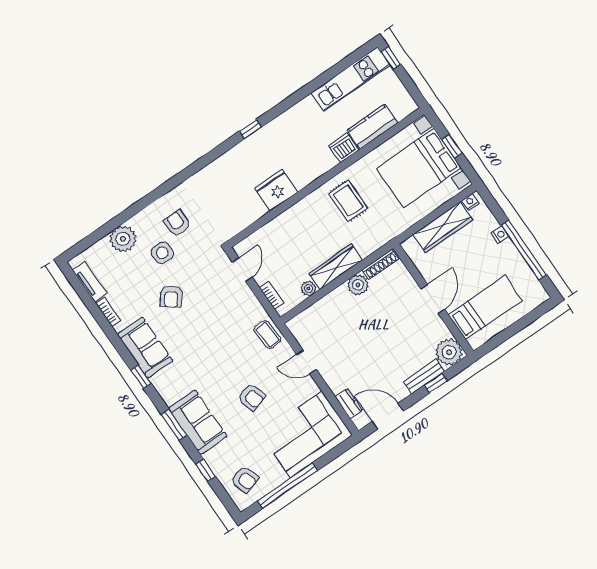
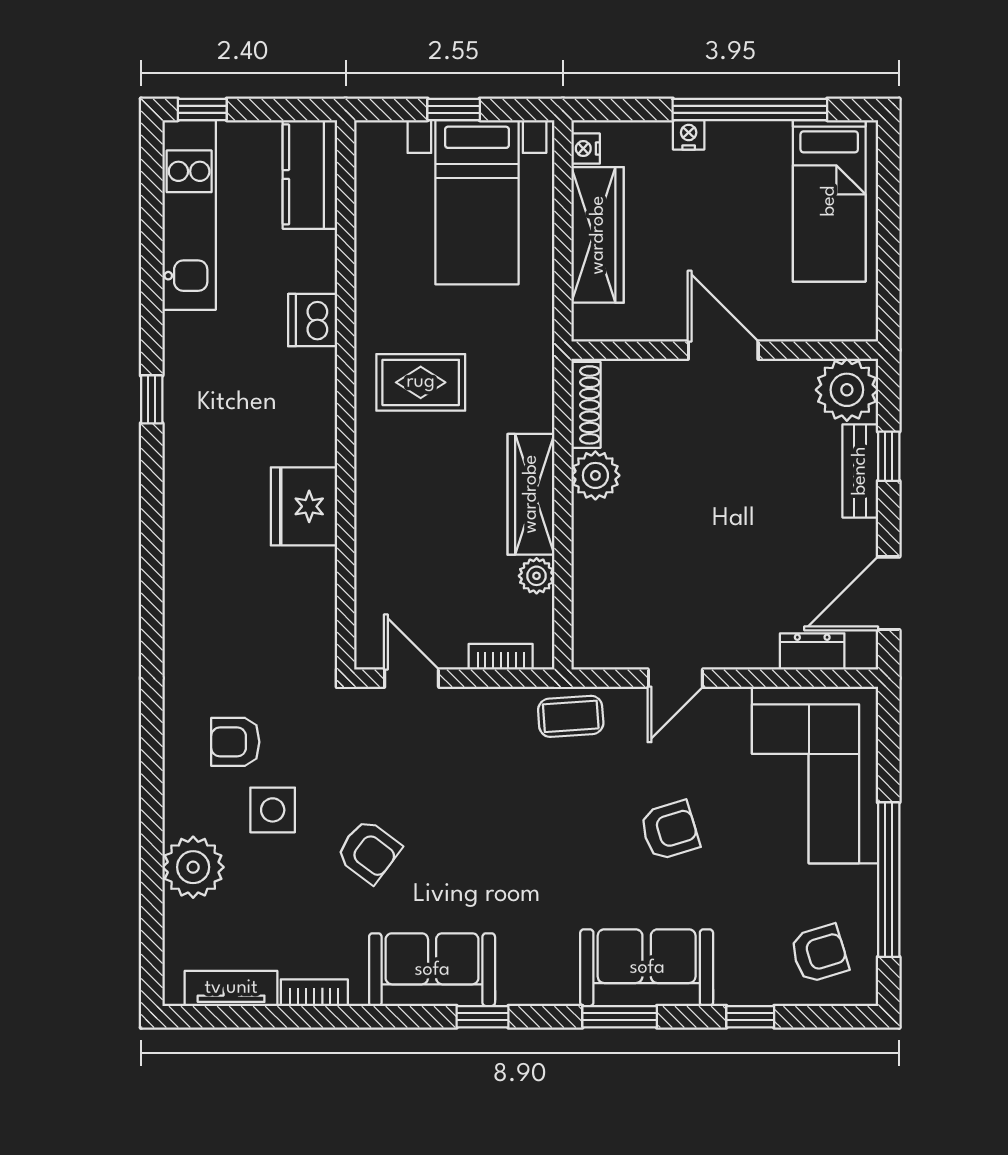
kitchen counter: (373, 127) -> (310, 174), moved
window: (250, 129) -> (152, 399), moved
bed with nightstands: (419, 168) -> (477, 202), width x0.73
bed: (485, 308) -> (829, 201), moved, turned 180

